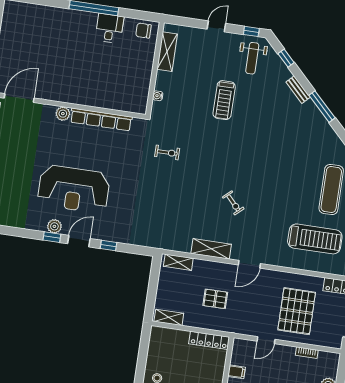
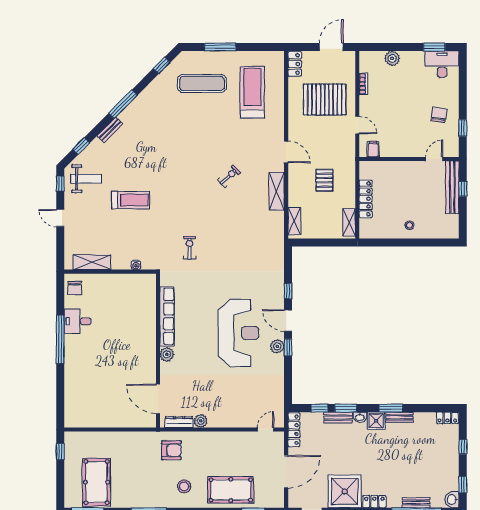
locker: (209, 340) -> (366, 199), moved
filing cabinet: (236, 372) -> (373, 149), moved

